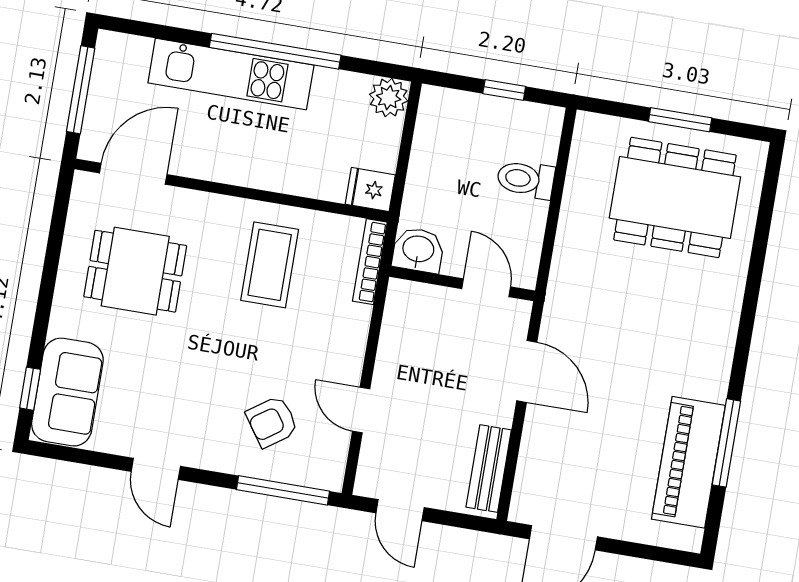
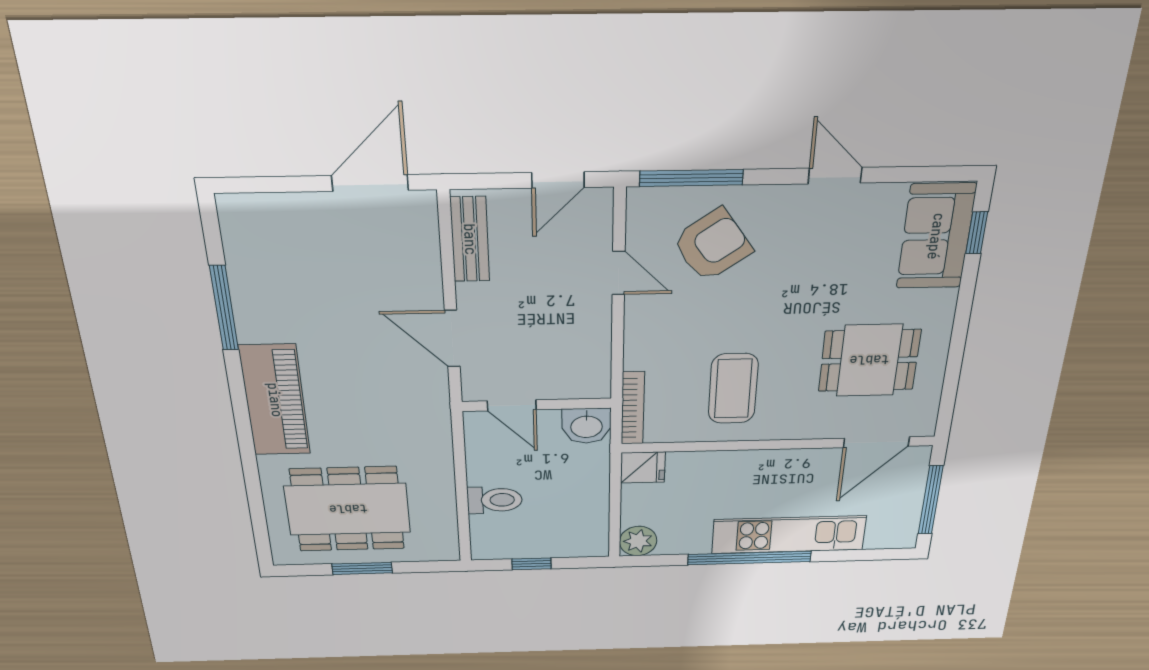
armchair: (272, 422) -> (712, 245), width x1.38, depth x1.38
piano: (688, 462) -> (275, 400), moved
door: (400, 510) -> (558, 180), swing flipped

